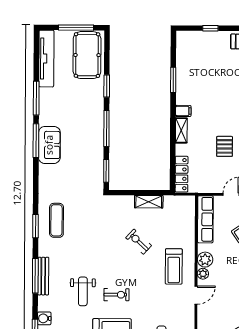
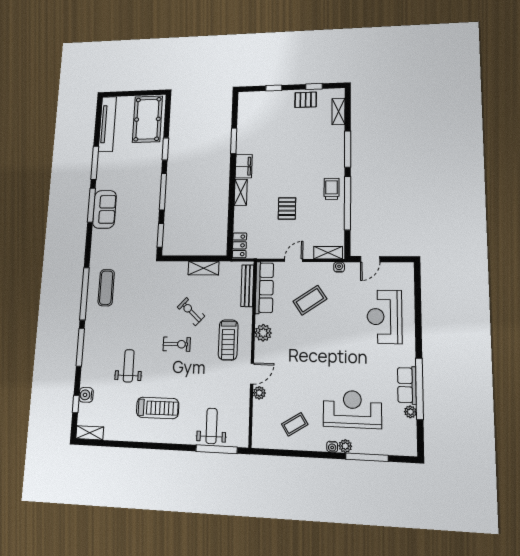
window: (76, 28) -> (138, 93), removed
filing cabinet: (183, 111) -> (244, 166), width x2.00
locker: (182, 174) -> (239, 245), width x0.66
window: (36, 226) -> (84, 294), width x2.11
plant: (203, 274) -> (259, 393), moved
bench: (43, 276) -> (247, 286), moved
weight bench: (83, 291) -> (129, 366), turned 180
exercise bike: (117, 295) -> (177, 344), moved

